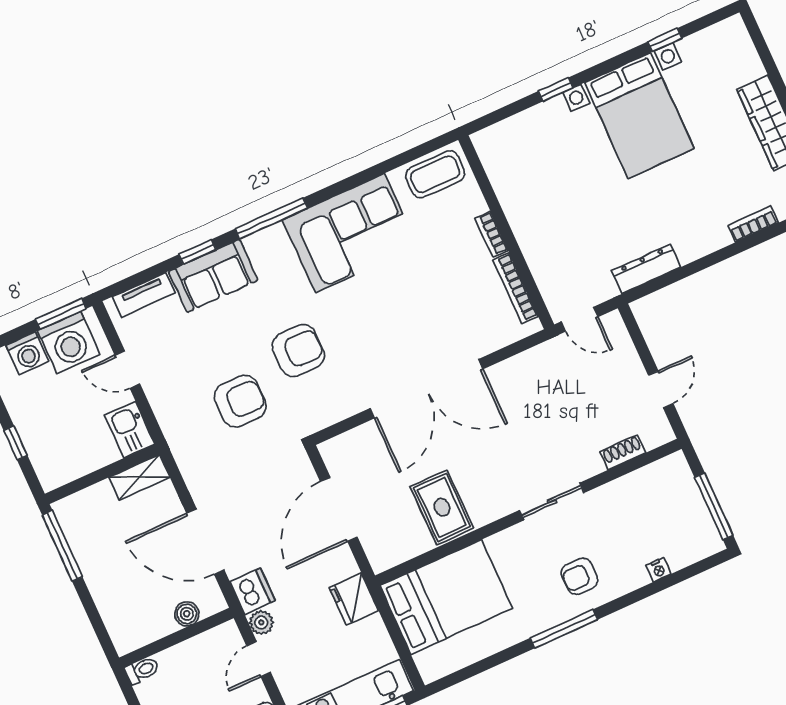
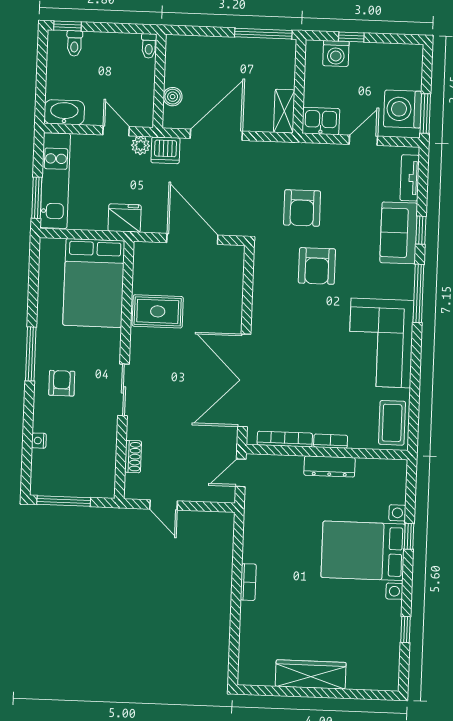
bed with nightstands: (639, 116) -> (363, 551), moved
bookcase: (753, 224) -> (248, 582), moved
dresser: (646, 269) -> (330, 466), moved, turned 90
washing machine: (27, 353) -> (336, 53), moved, turned -90
double door: (426, 389) -> (244, 380), moved

